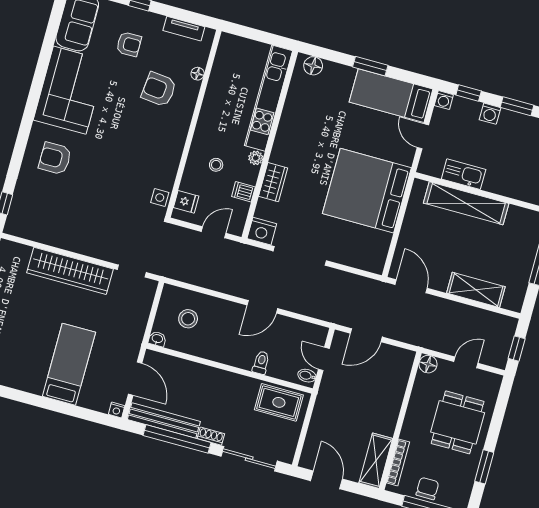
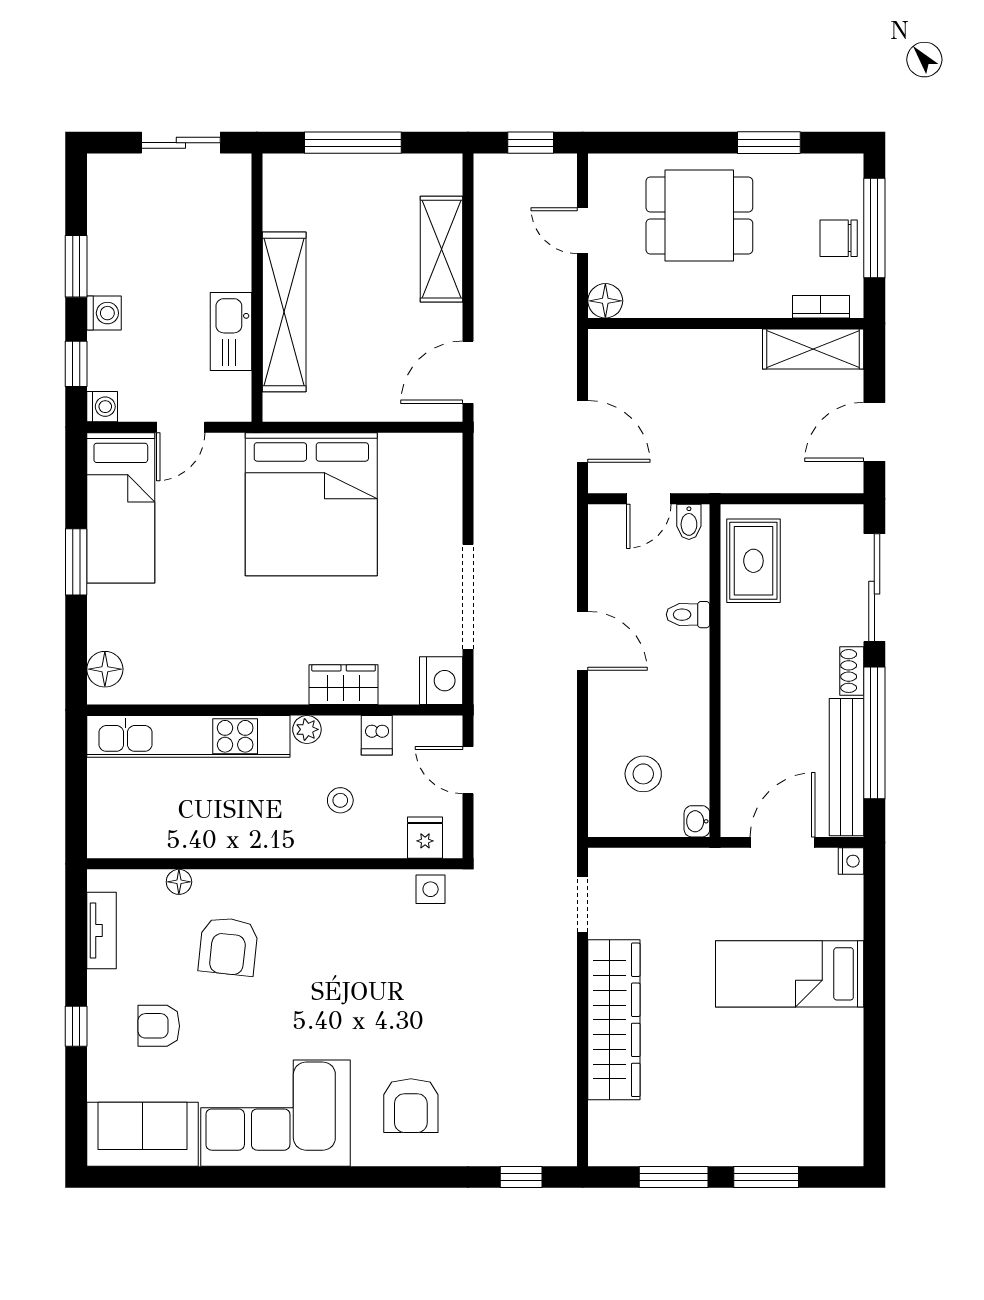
armchair: (129, 44) -> (159, 1026), turned -90
bookcase: (398, 462) -> (821, 307), width x0.64

